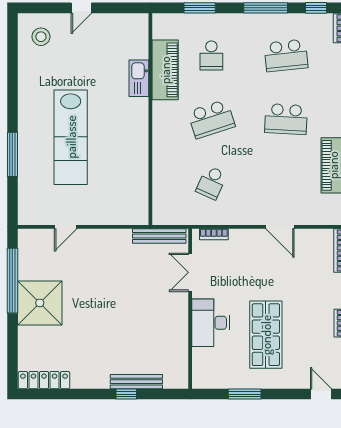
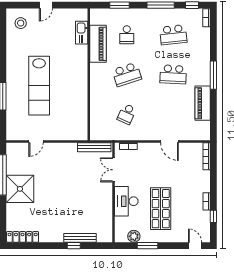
kitchen sink: (139, 78) -> (82, 33), moved
plant: (223, 379) -> (134, 236), added

